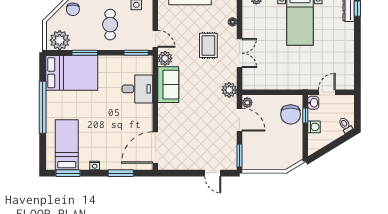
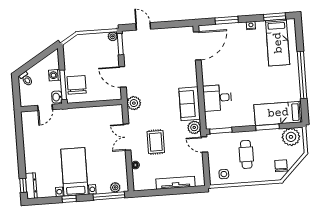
bed: (72, 73) -> (278, 113), width x0.67
plant: (247, 103) -> (113, 36), moved
window: (305, 116) -> (63, 85), width x2.17

